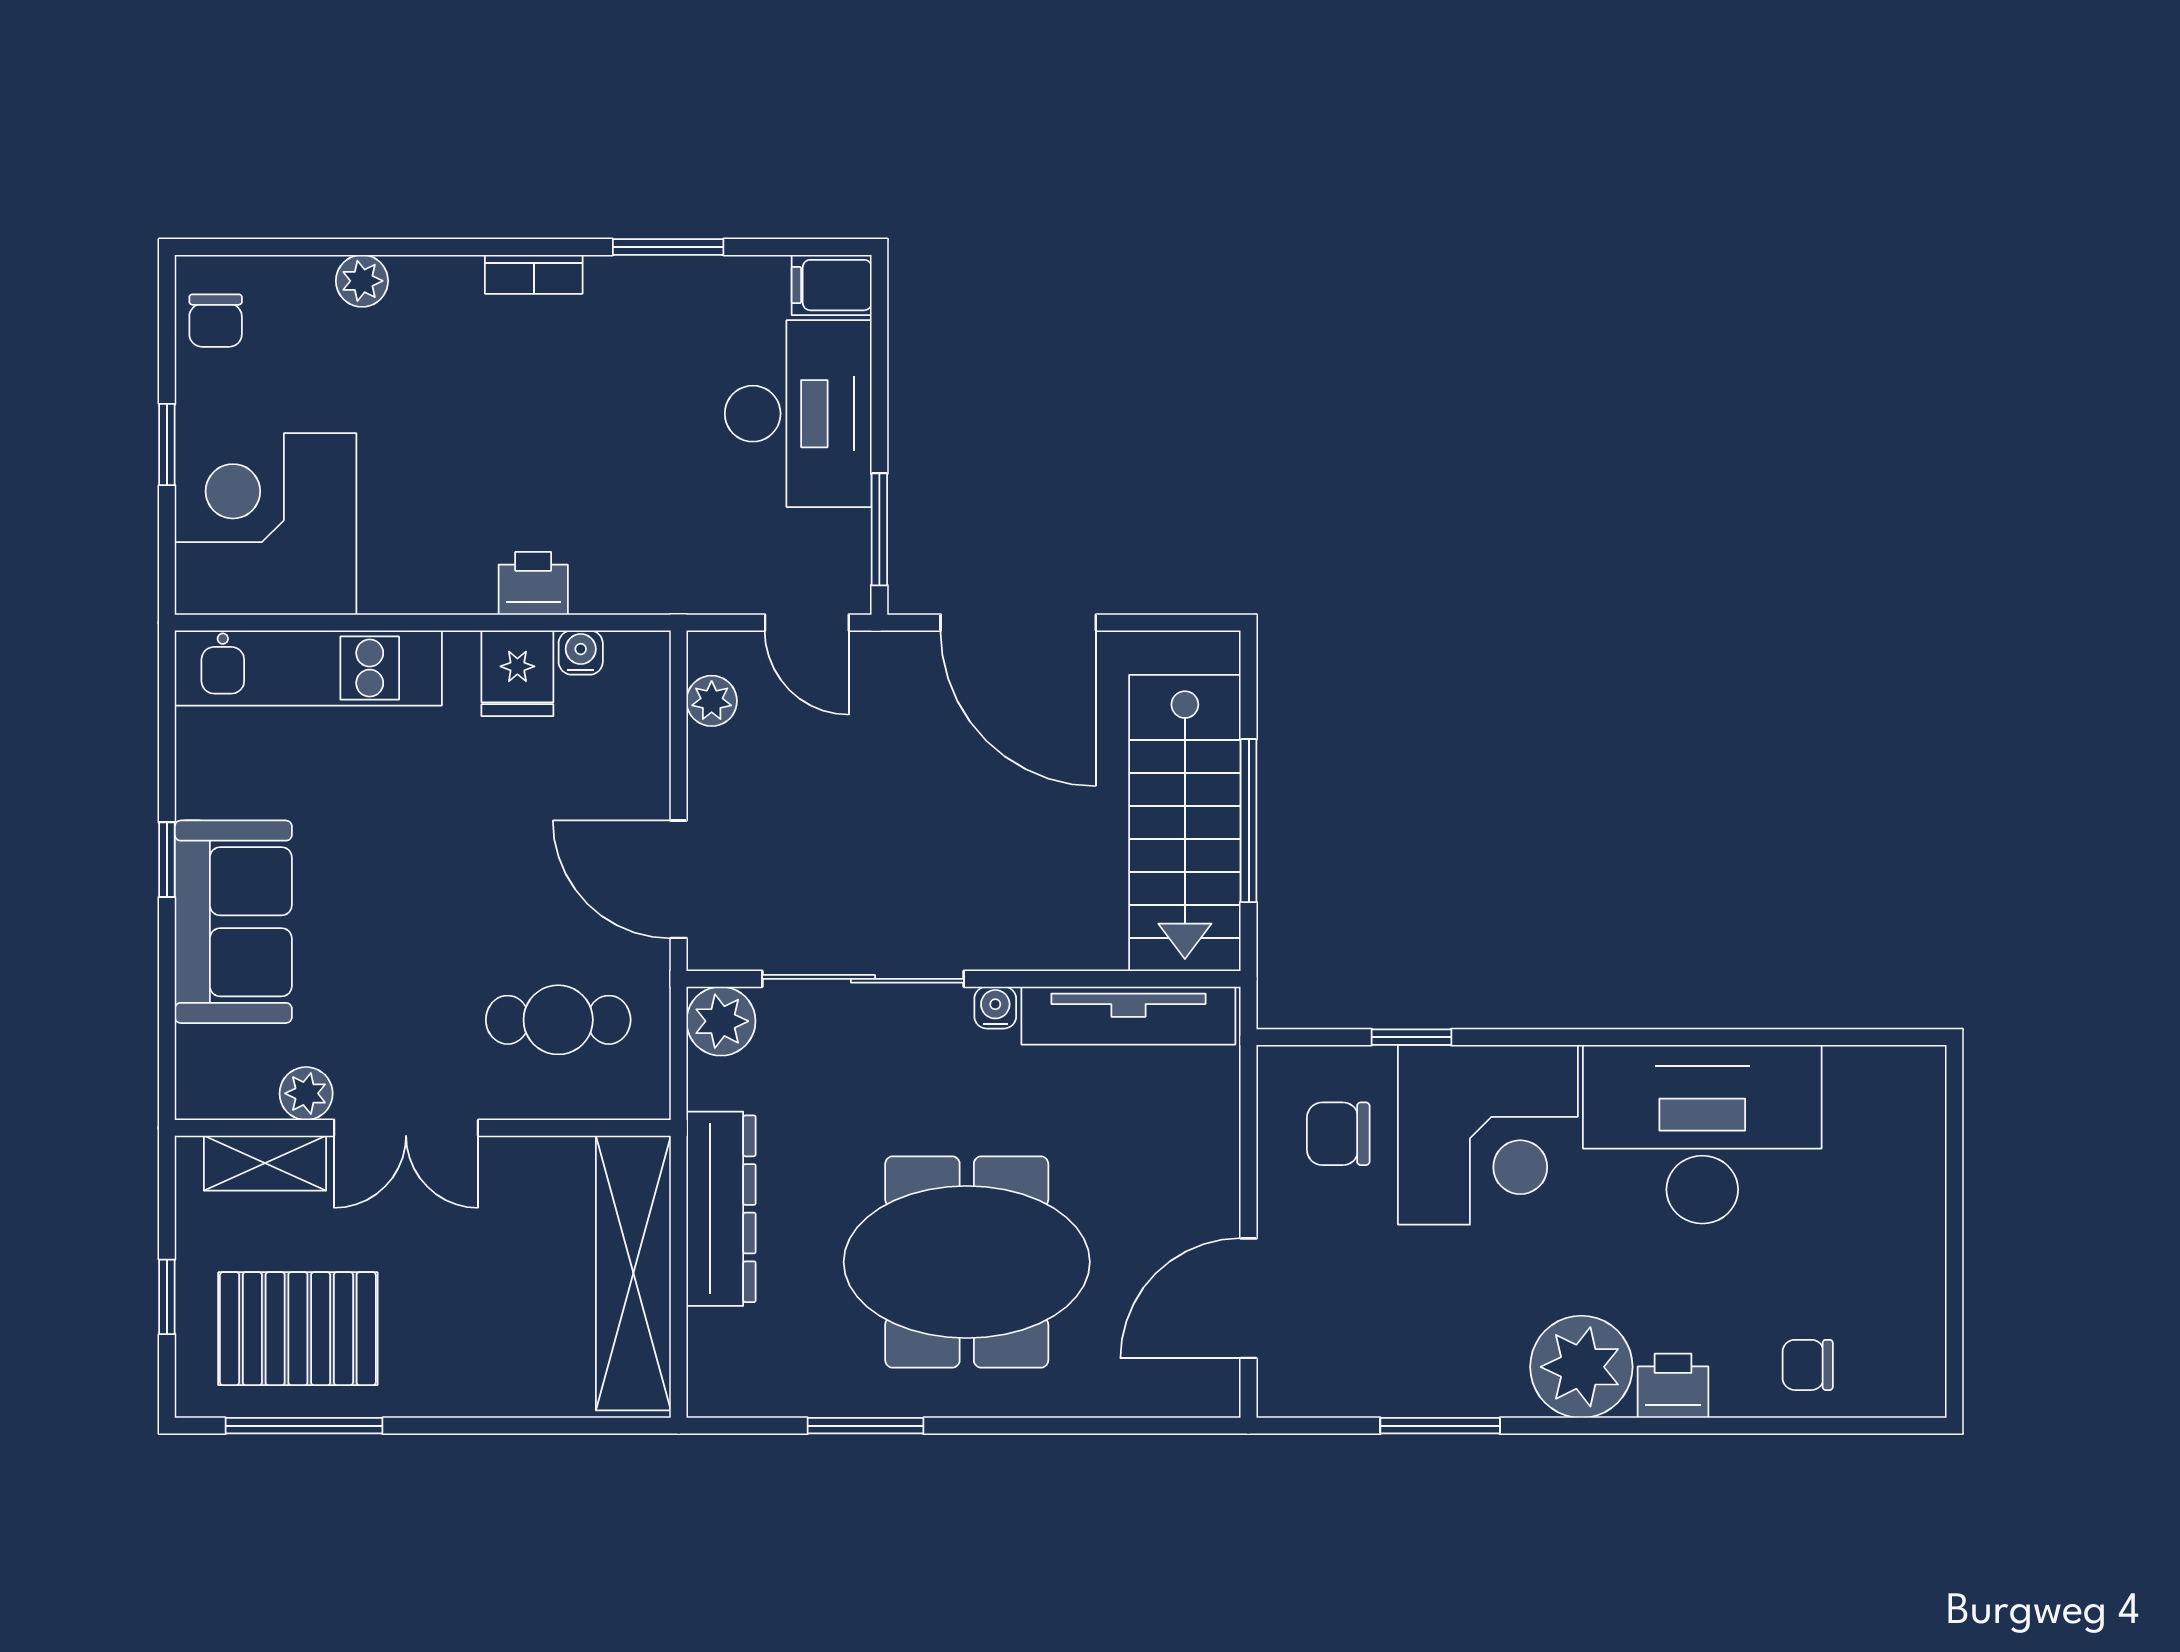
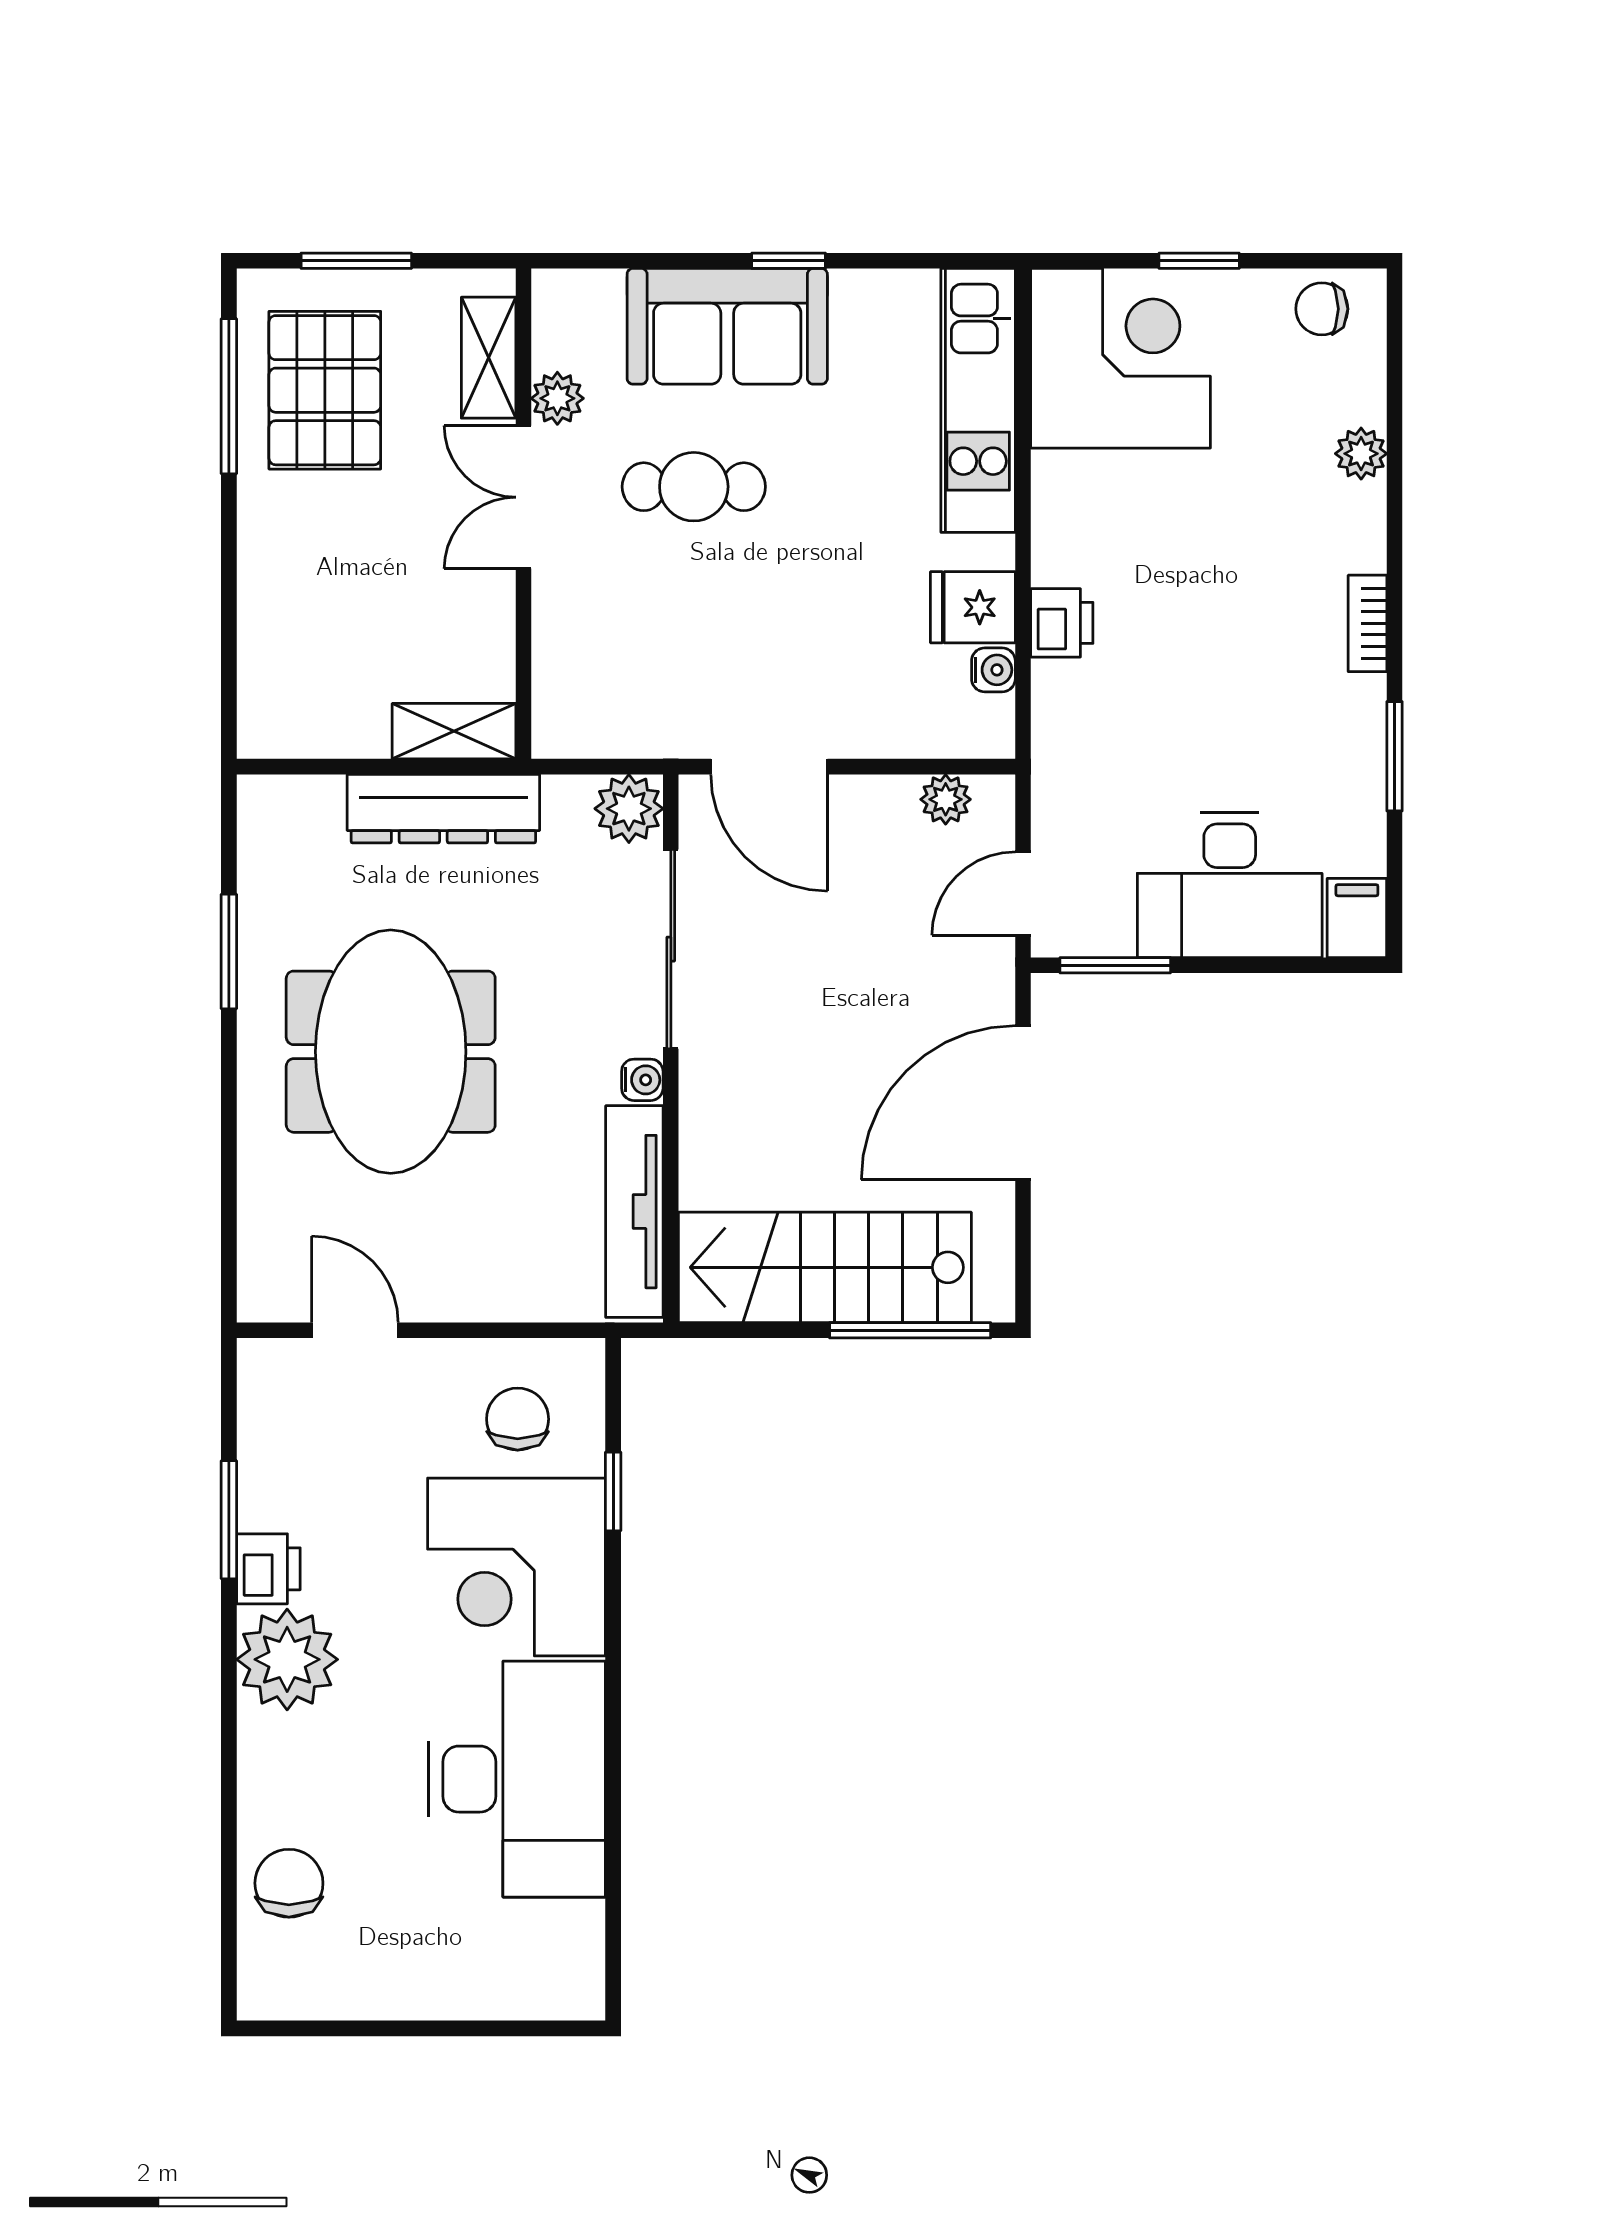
window: (1249, 821) -> (910, 1330), moved
door: (679, 879) -> (769, 767), swing flipped
cafe table: (558, 1020) -> (694, 487), moved, turned 90
shelving: (633, 1273) -> (454, 731), width x0.45, depth x0.75
window: (167, 1297) -> (356, 261), width x1.50
door: (1249, 1298) -> (355, 1330), width x0.73
chair: (1808, 1365) -> (289, 1883), width x1.37, depth x1.37
printer: (1673, 1386) -> (268, 1569), moved

